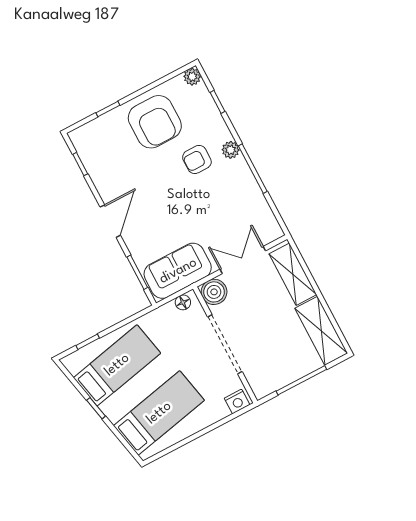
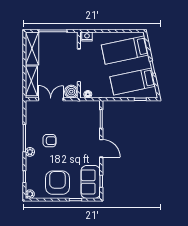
armchair: (197, 159) -> (50, 141), moved
door: (110, 221) -> (101, 148), swing flipped
double door: (243, 260) -> (51, 99), swing flipped
sofa: (178, 271) -> (91, 182), moved, turned 90

